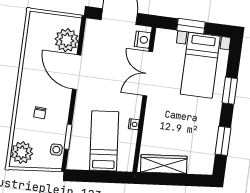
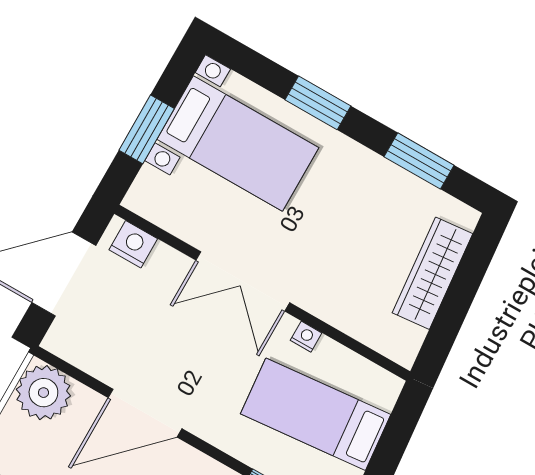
plant: (67, 40) -> (43, 393), moved
double door: (148, 74) -> (243, 281), moved
wardrobe: (164, 164) -> (433, 273), moved

